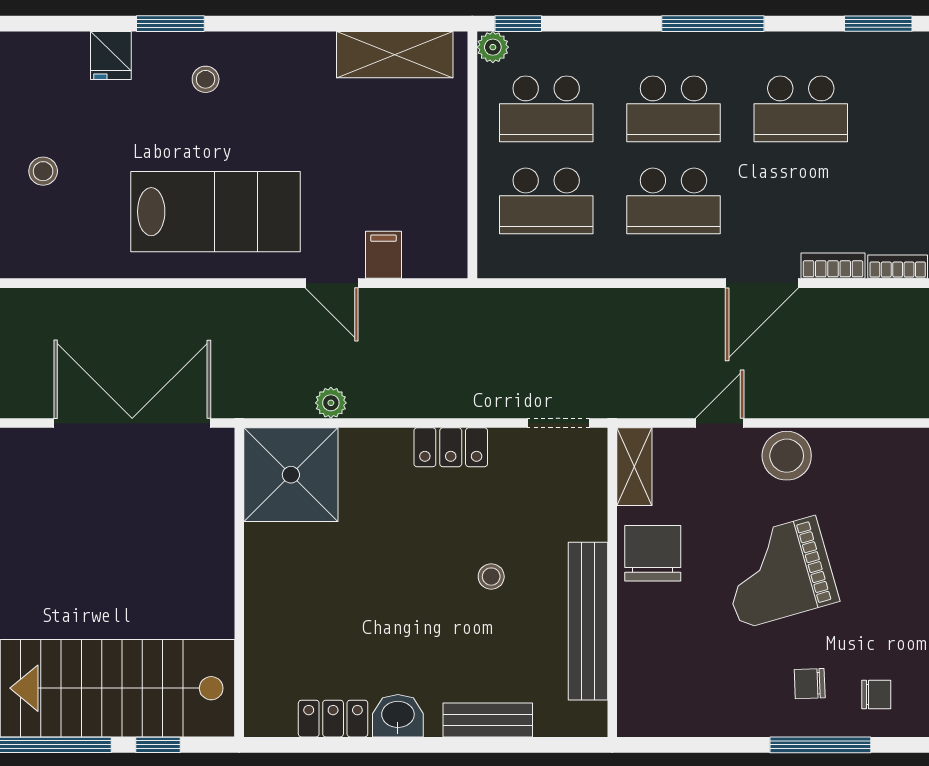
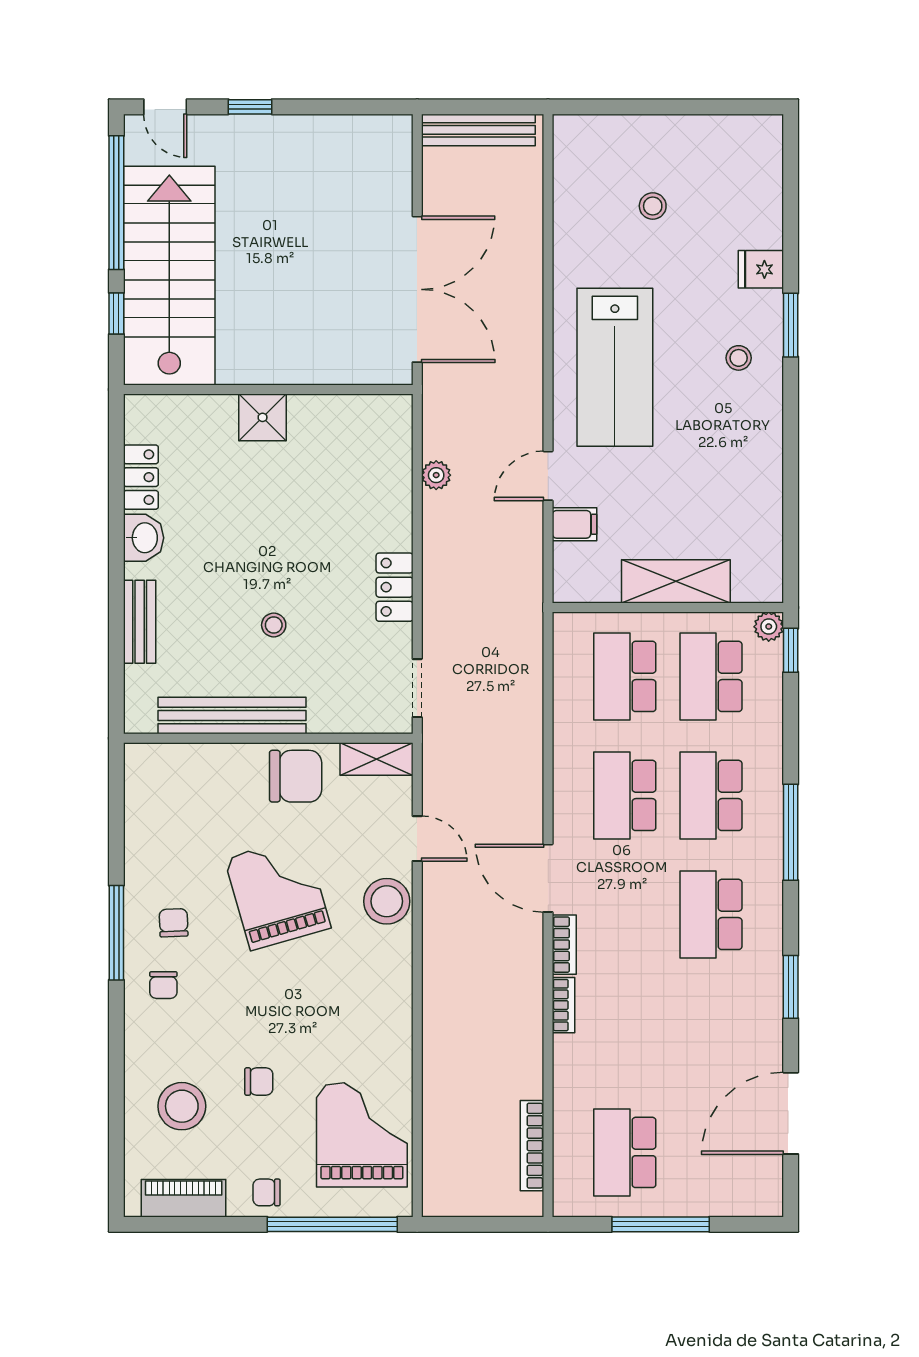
shelving: (395, 55) -> (676, 581), moved, turned 90
shower: (291, 475) -> (263, 417), moved, width x0.54, depth x0.54

